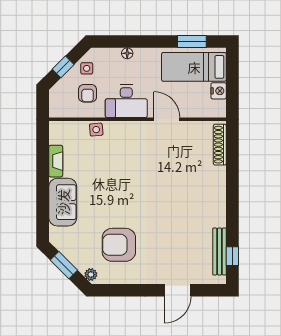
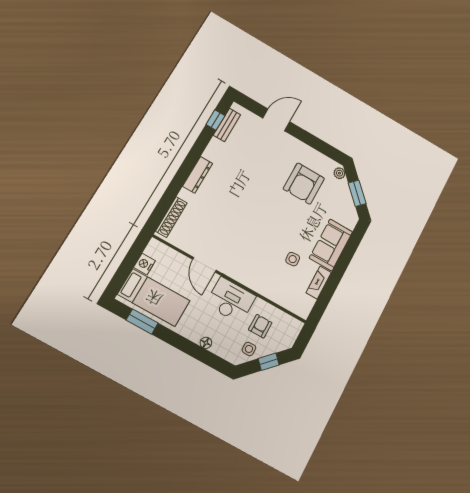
side table: (96, 130) -> (293, 259), moved
dresser: (219, 196) -> (198, 175), added
armchair: (119, 245) -> (304, 184), turned 90
bench: (220, 252) -> (227, 125), width x0.73

